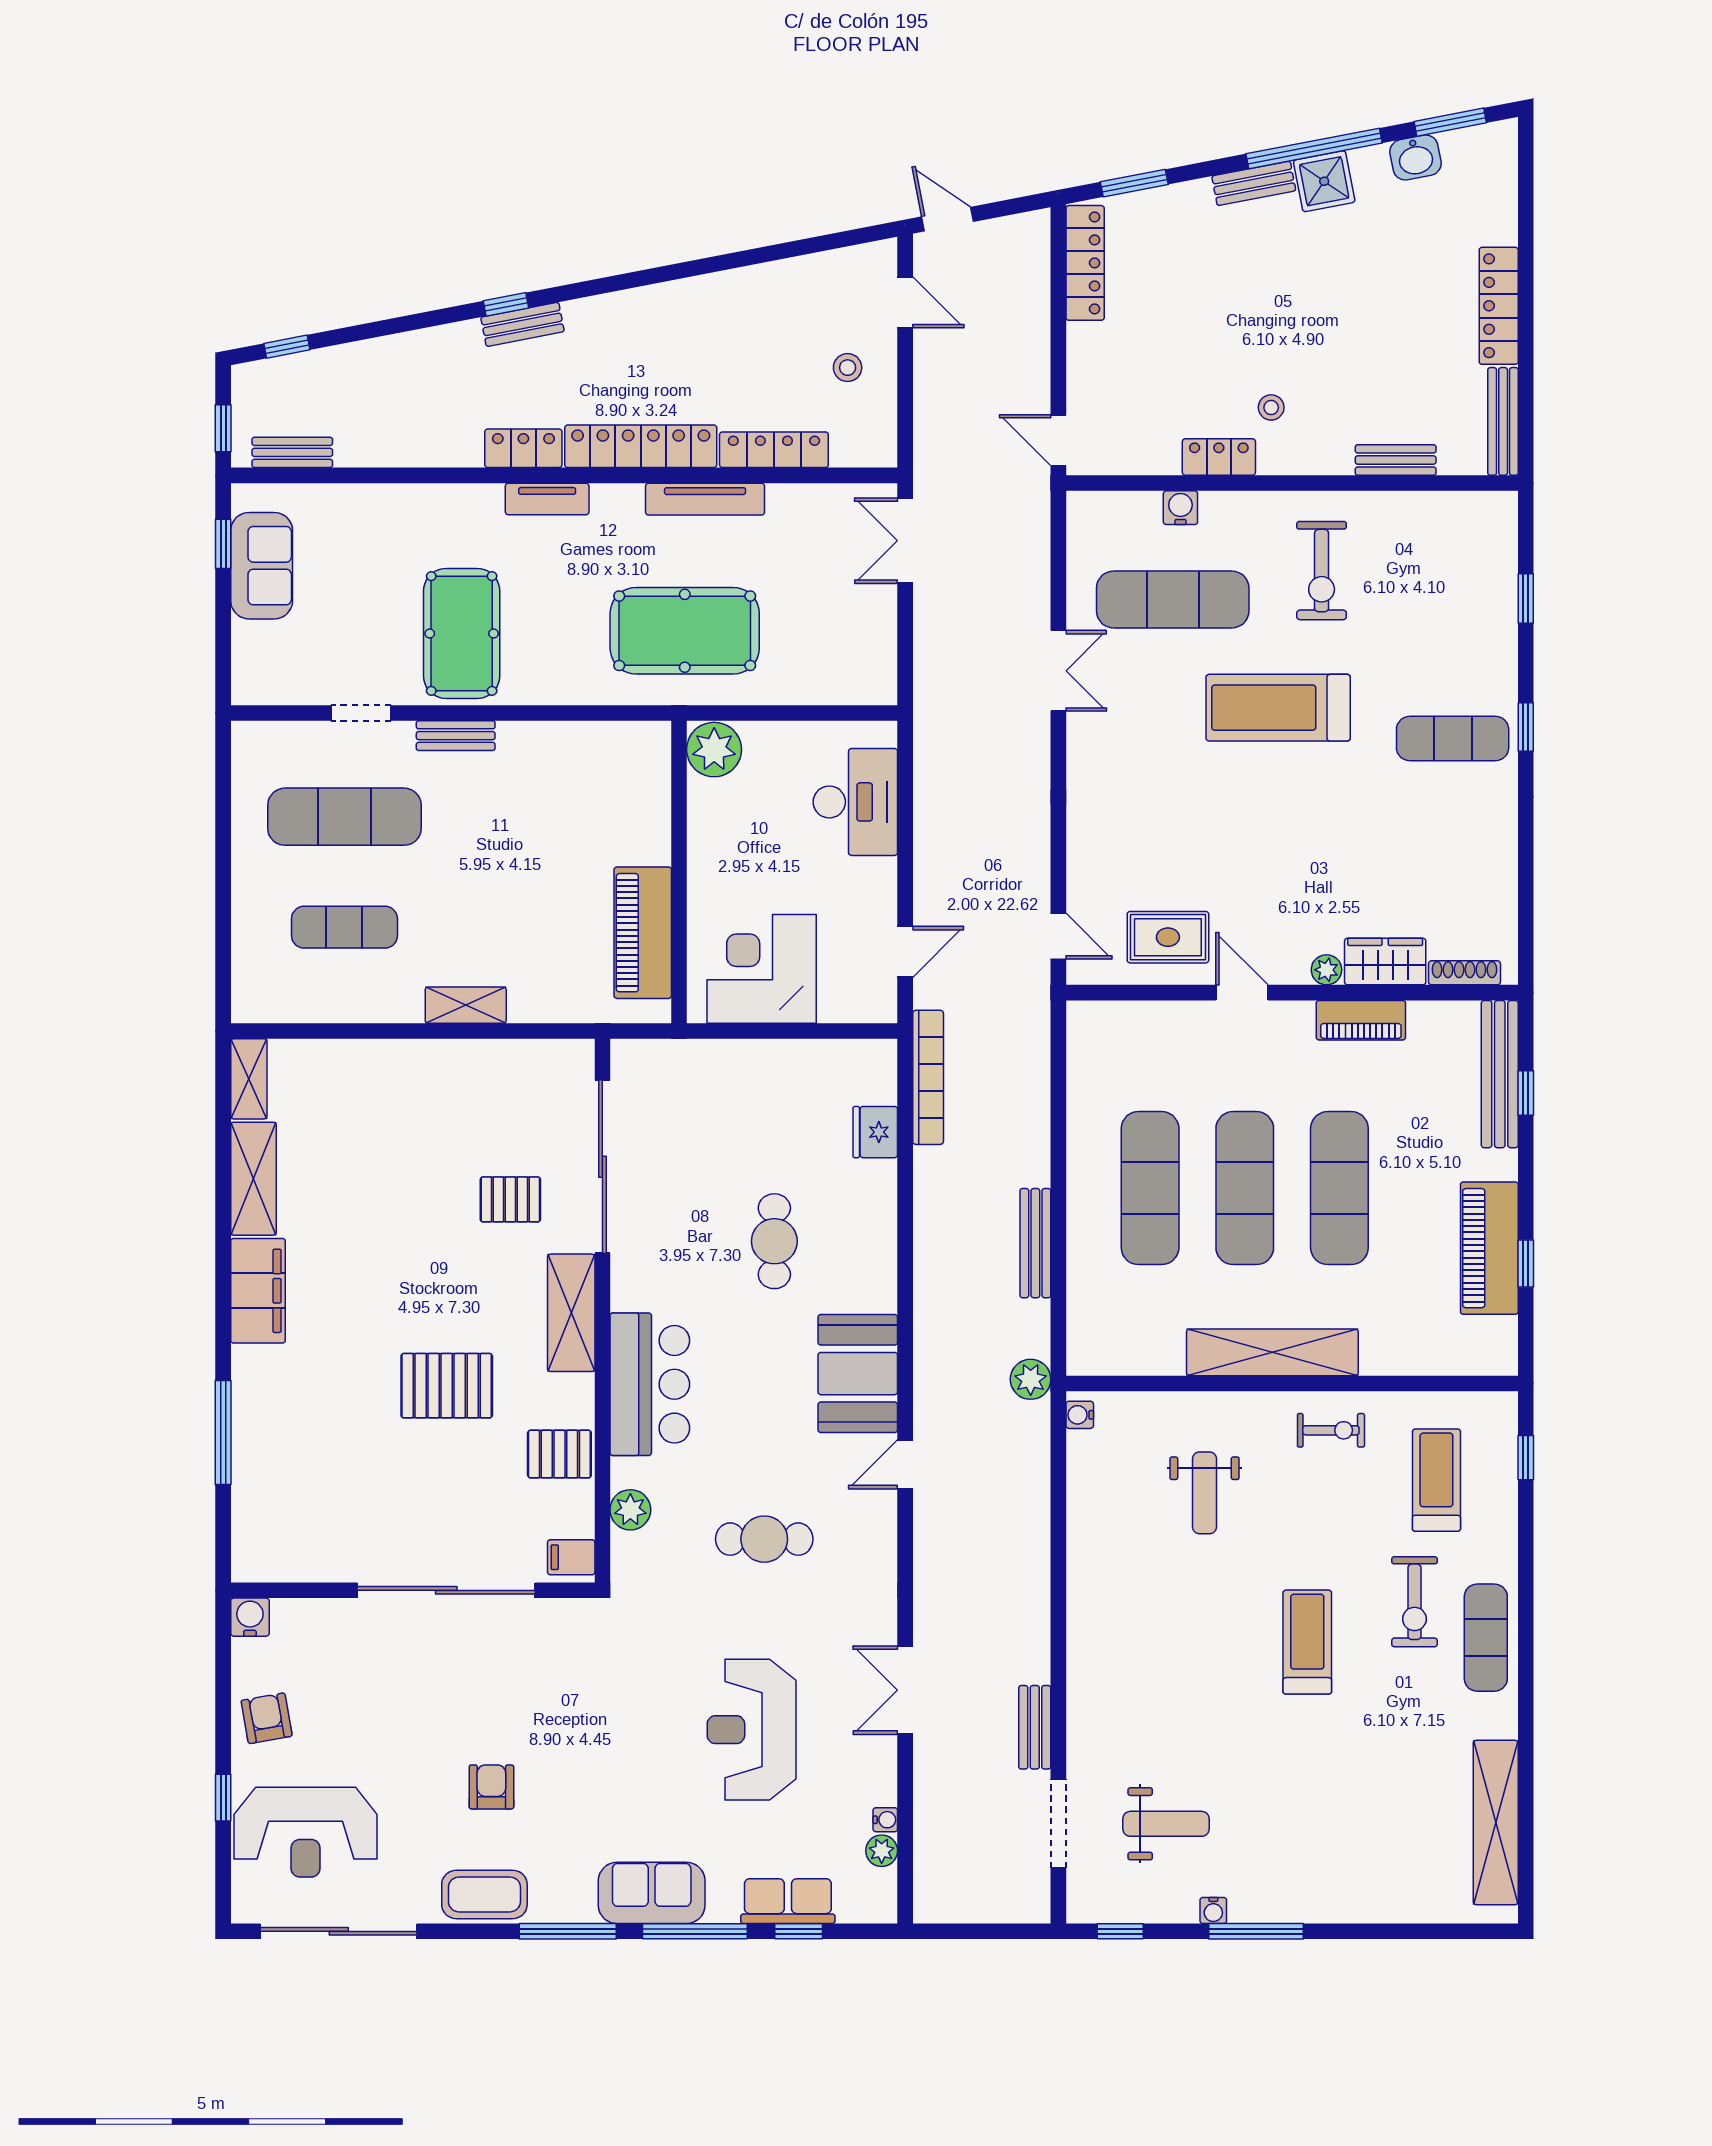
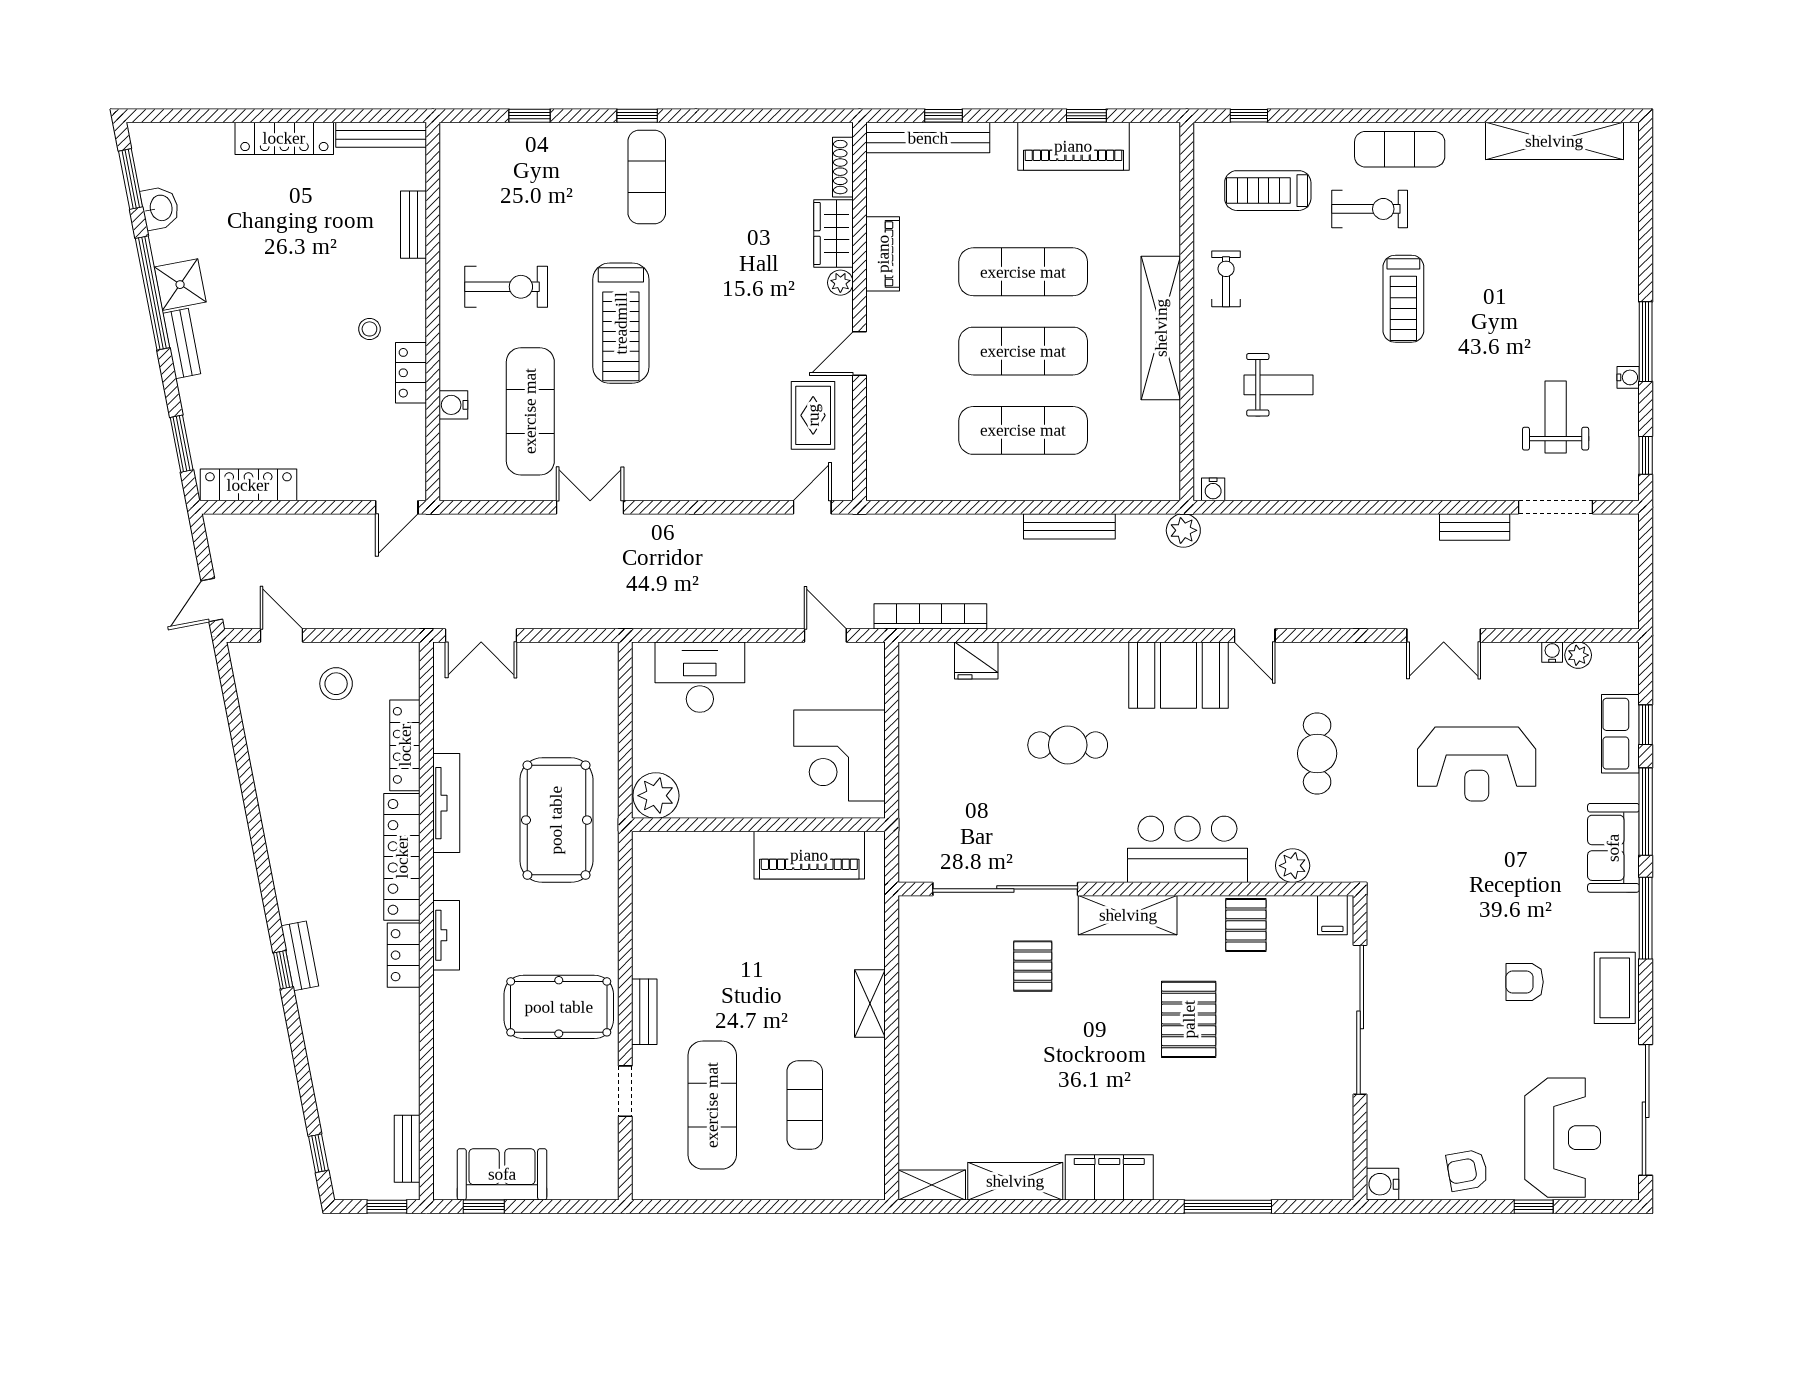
door: (905, 302) -> (281, 636), hinge flipped
stool: (848, 368) -> (336, 684), width x1.37, depth x1.37
treadmill: (1307, 1642) -> (1403, 299), turned -90

